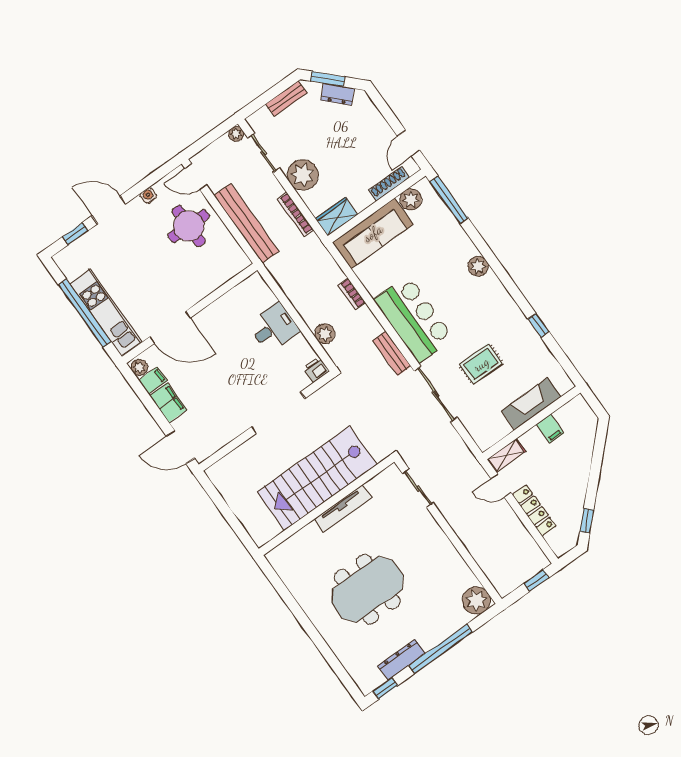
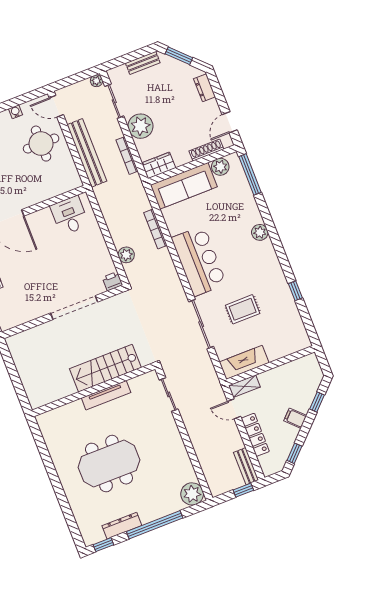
dresser: (338, 94) -> (205, 88), moved, turned 45
bookcase: (352, 294) -> (155, 229), width x1.56
desk: (274, 328) -> (70, 216), moved, turned -90
bench: (392, 354) -> (246, 466), moved
fireplace: (531, 404) -> (244, 362), moved
filing cabinet: (550, 429) -> (295, 418), moved, turned 135
window: (598, 452) -> (317, 402), added
stairs: (317, 478) -> (105, 368), width x0.73, depth x0.66

